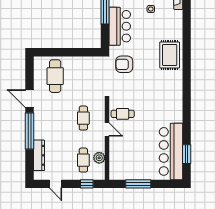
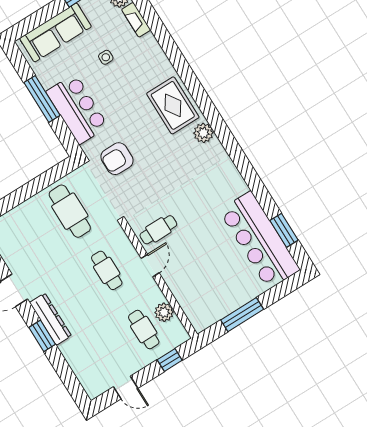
cafe table: (55, 76) -> (70, 211), moved
plant: (177, 79) -> (203, 133), added
door: (107, 129) -> (150, 266), hinge flipped
window: (29, 131) -> (42, 336), width x0.47
dresser: (39, 155) -> (50, 319), moved

